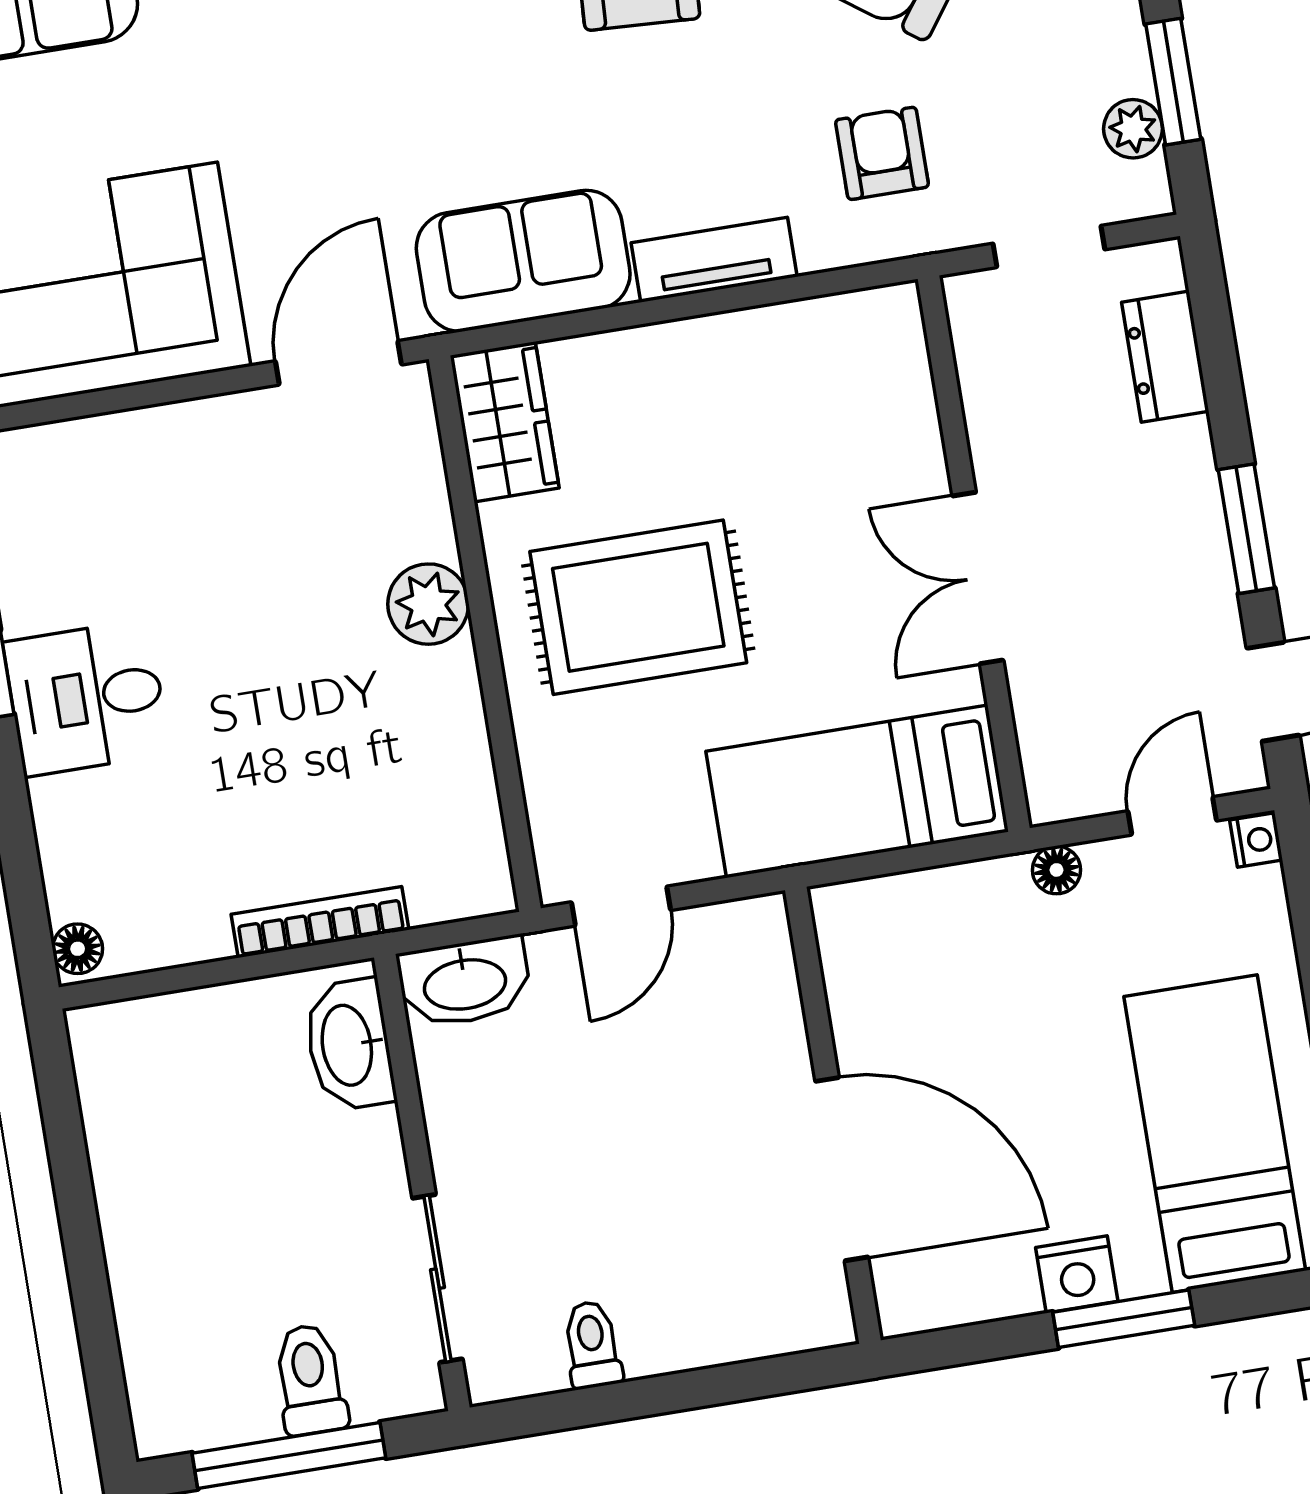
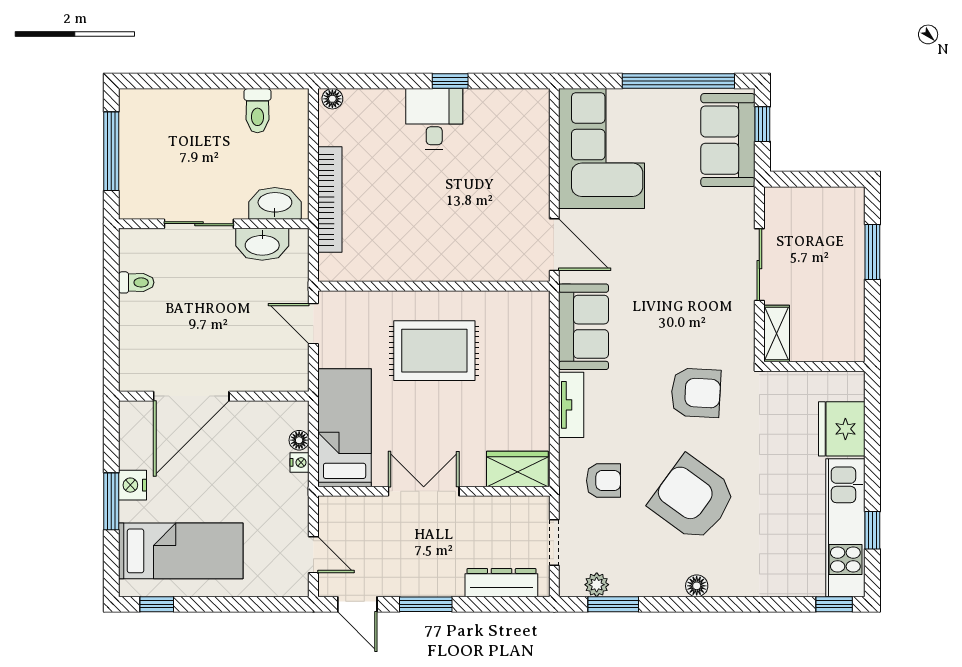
dresser: (1165, 357) -> (501, 583), width x1.44
wardrobe: (505, 422) -> (517, 469), moved, turned 180
plant: (428, 604) -> (450, 265), removed
rug: (638, 607) -> (434, 351), turned 90
nightstand: (1256, 840) -> (300, 462), moved, turned -90
floor lamp: (1056, 870) -> (299, 440), moved
bookcase: (320, 922) -> (330, 200), width x1.48, depth x1.31
washbasin: (465, 982) -> (262, 244), moved, turned -90
sliding door: (438, 1279) -> (199, 224), moved
toilet: (310, 1379) -> (257, 111), moved, turned 90

